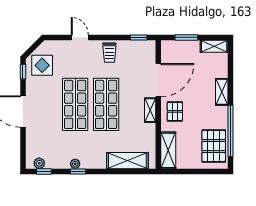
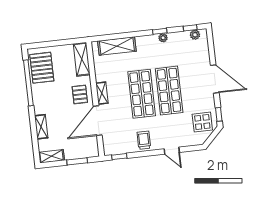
shelving: (222, 92) -> (41, 127), moved

